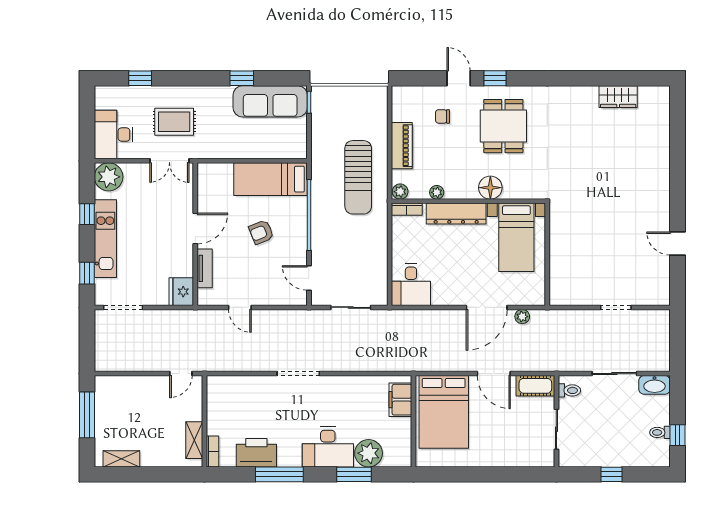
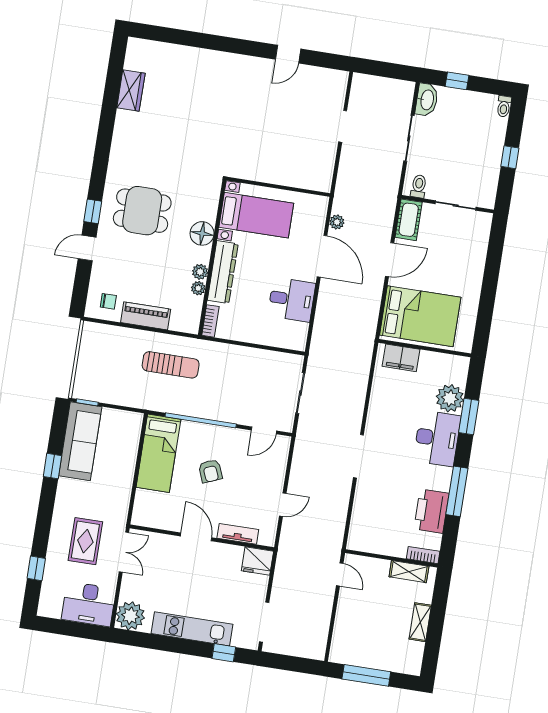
chair: (443, 116) -> (108, 301), moved, turned -90
sun lounger: (358, 177) -> (171, 365), width x0.73, depth x0.75
plant: (400, 192) -> (200, 272), moved
window: (87, 214) -> (164, 643), removed
desk: (411, 285) -> (292, 300), moved
toilet: (660, 432) -> (504, 106), moved
window: (677, 435) -> (457, 81), moved
shelving: (121, 459) -> (420, 622), moved

